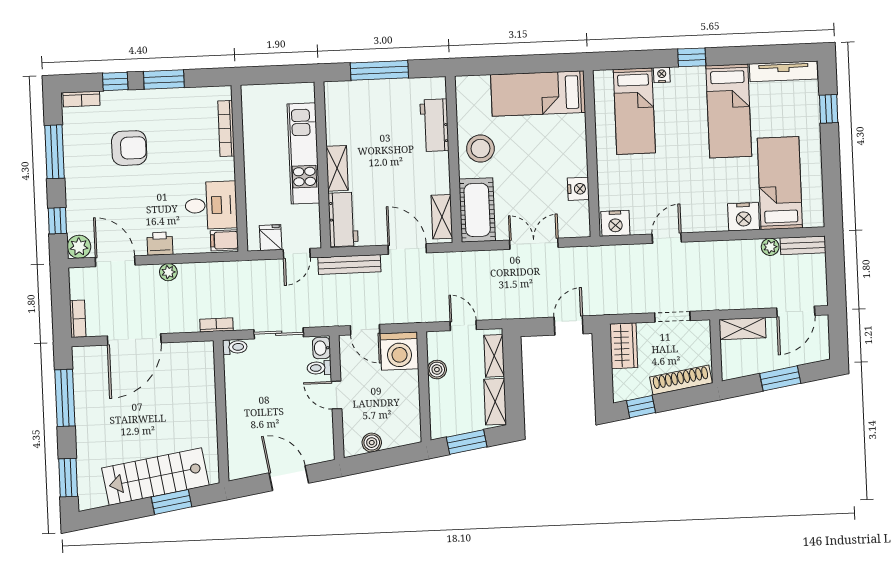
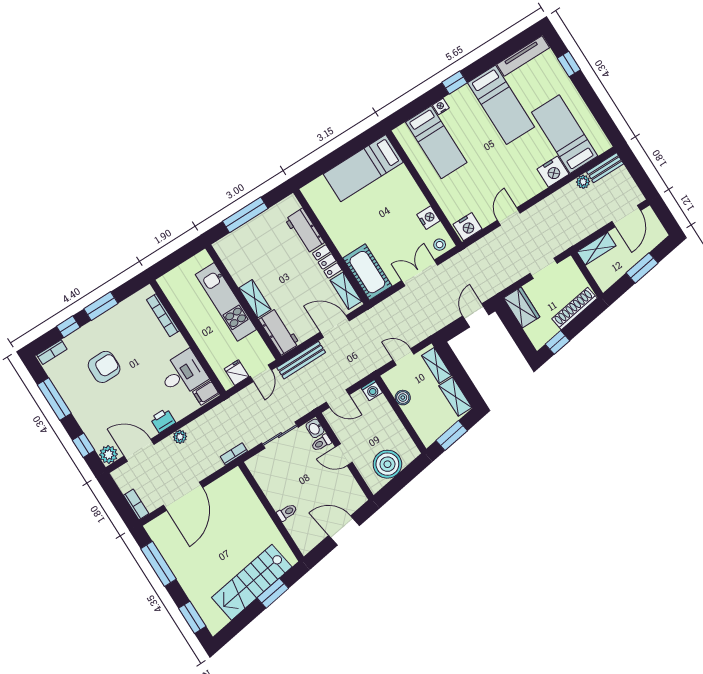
stool: (480, 149) -> (440, 245), moved, width x0.53, depth x0.53
locker: (440, 173) -> (327, 261), added
toilet: (235, 347) -> (287, 512), moved
washing machine: (399, 351) -> (372, 390), width x0.53, depth x0.53
boiler: (372, 443) -> (387, 464), width x1.86, depth x1.86

